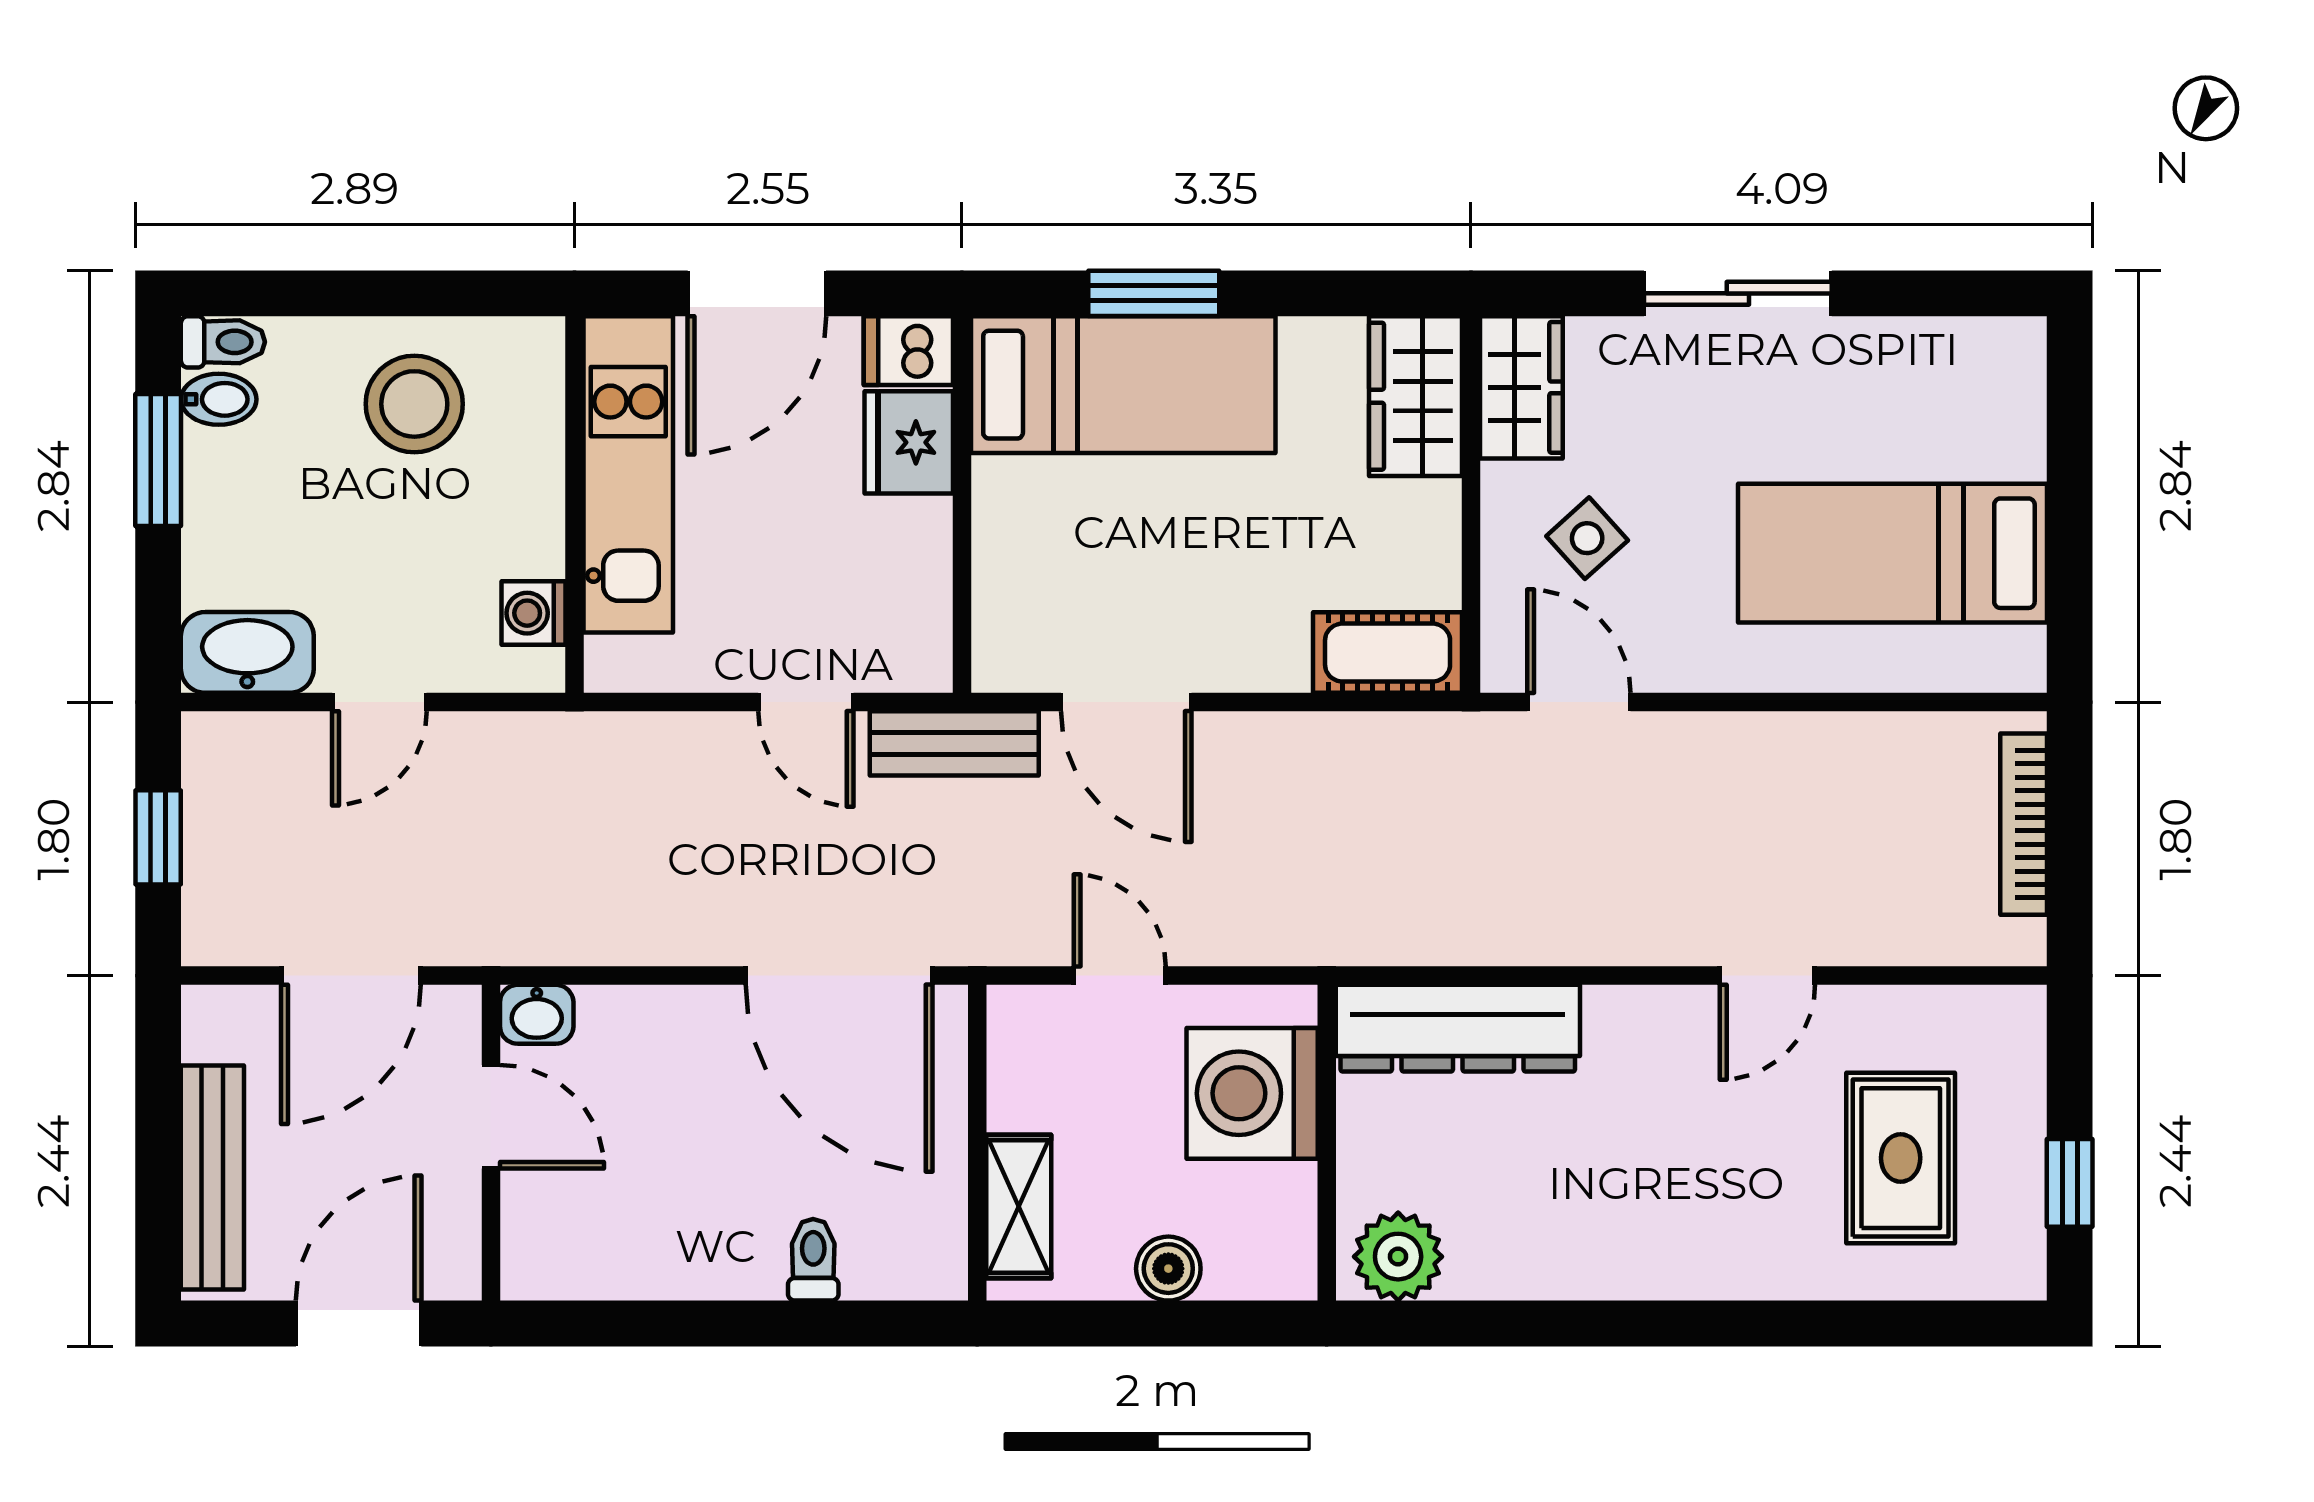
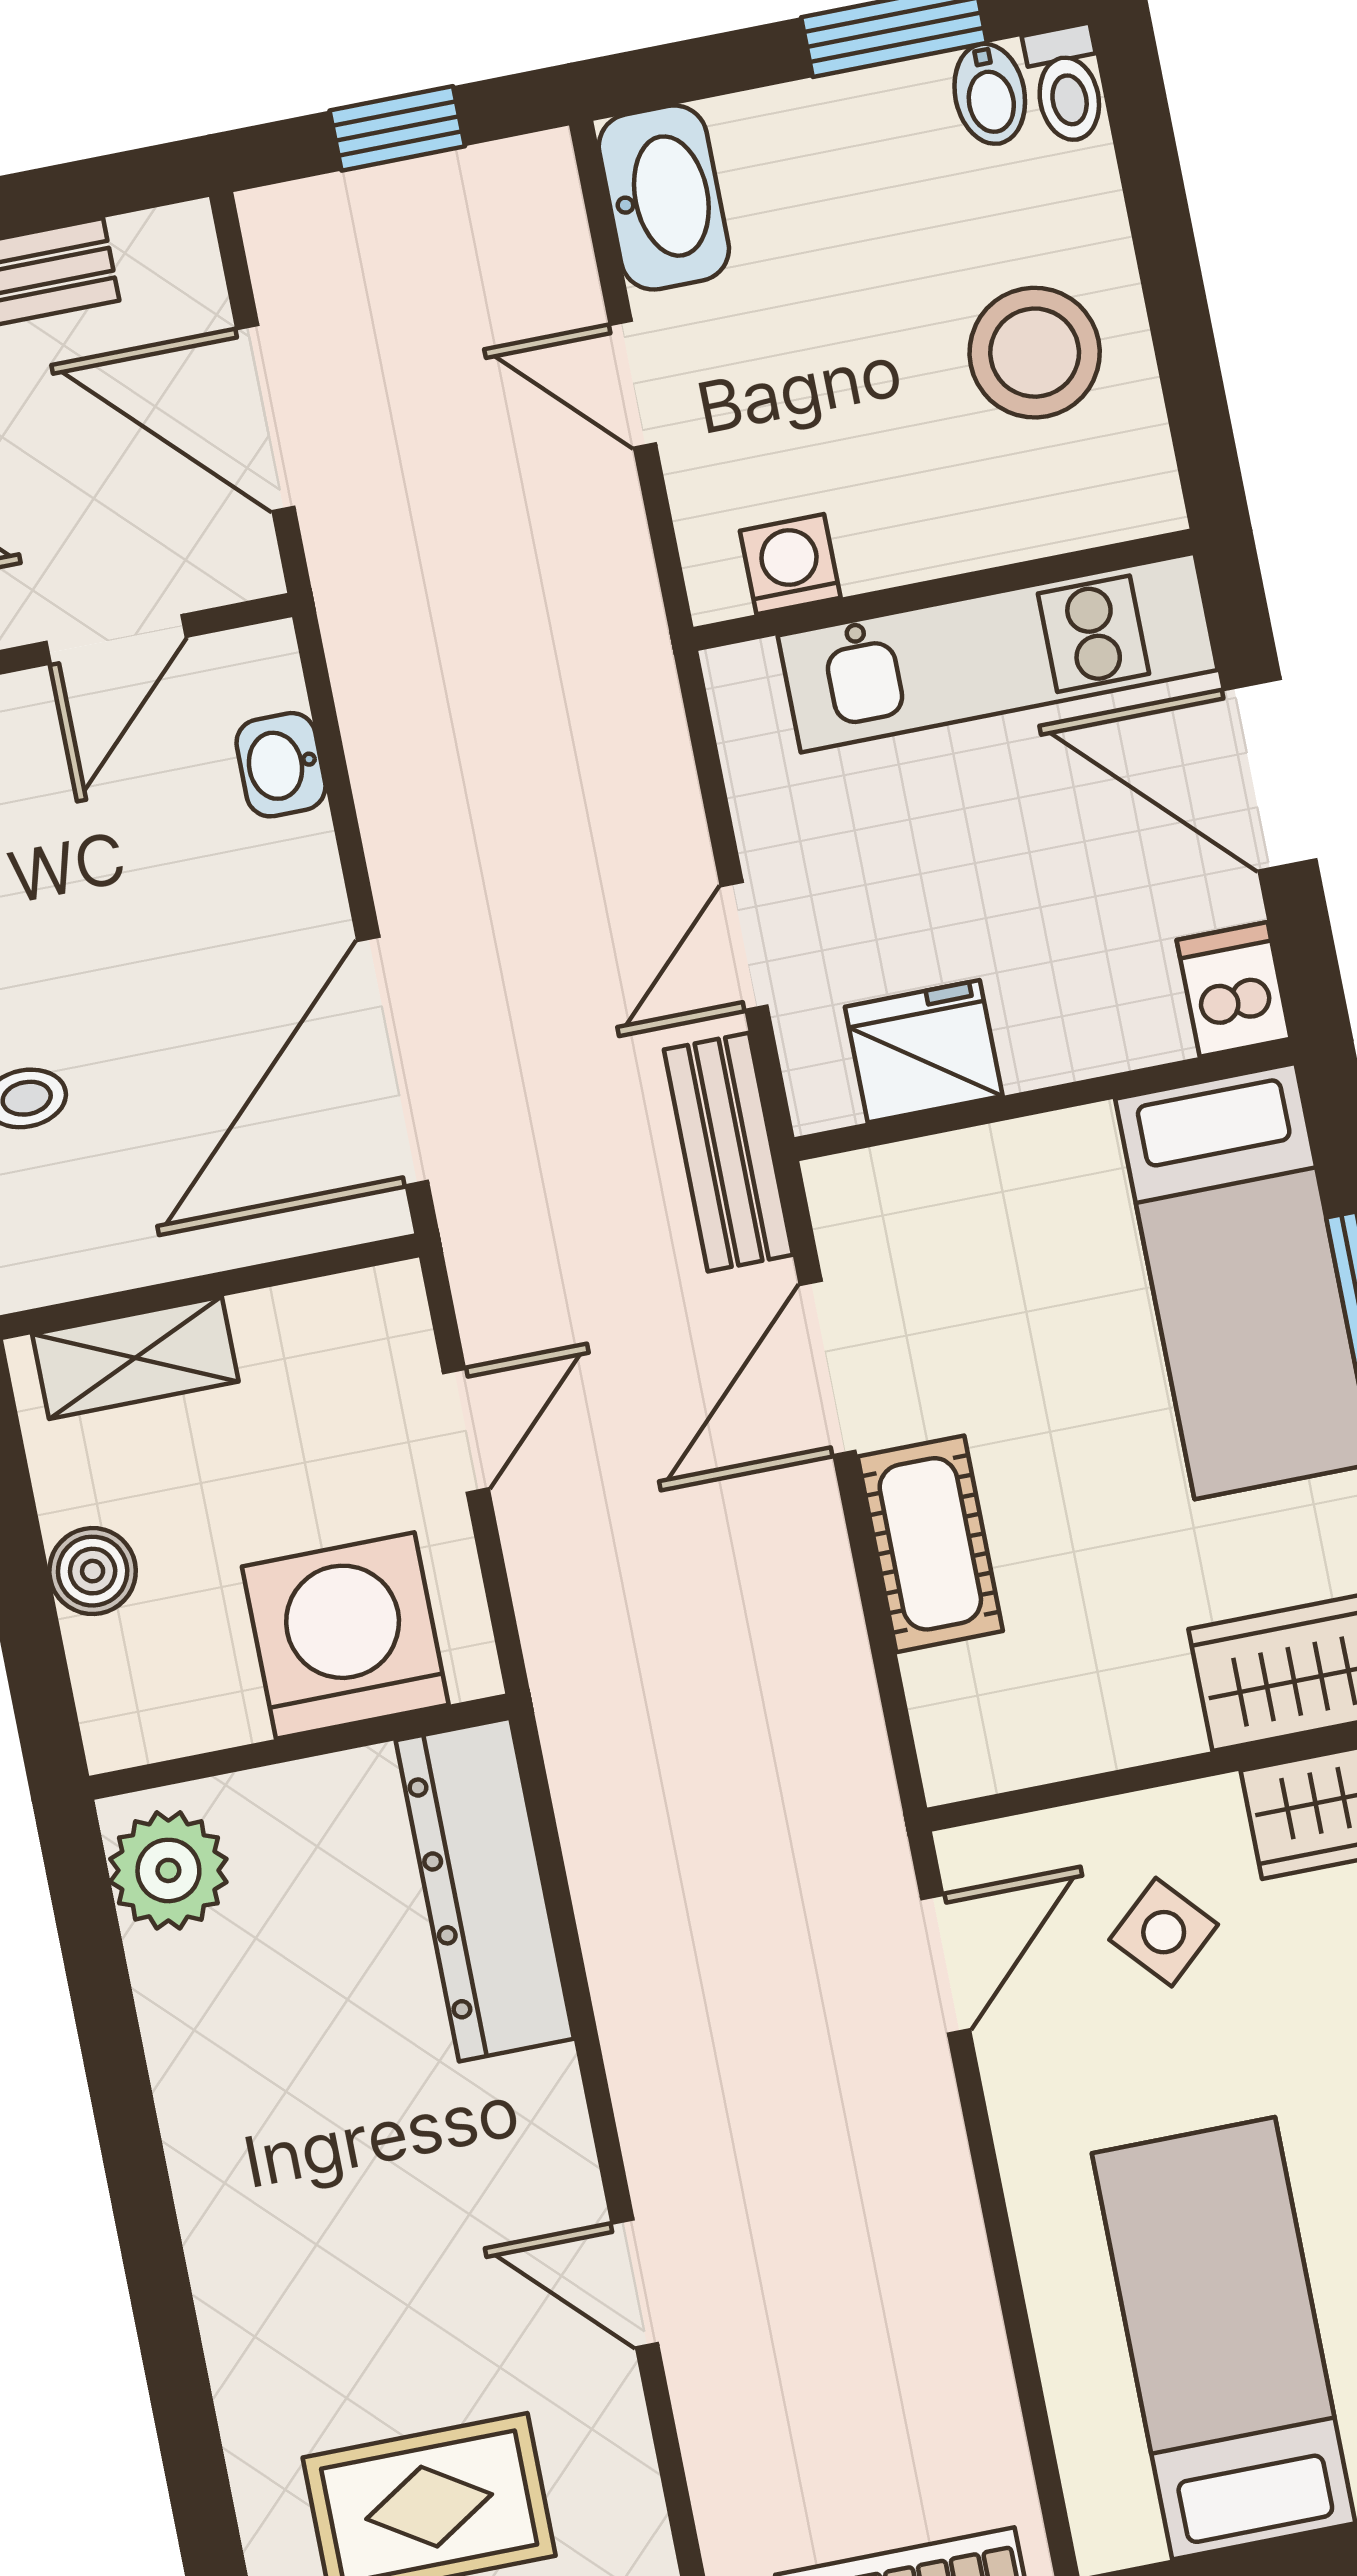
fridge: (909, 442) -> (924, 1051), moved
cot: (1388, 653) -> (930, 1544), moved
washbasin: (537, 1014) -> (281, 765), moved

